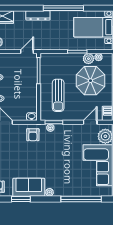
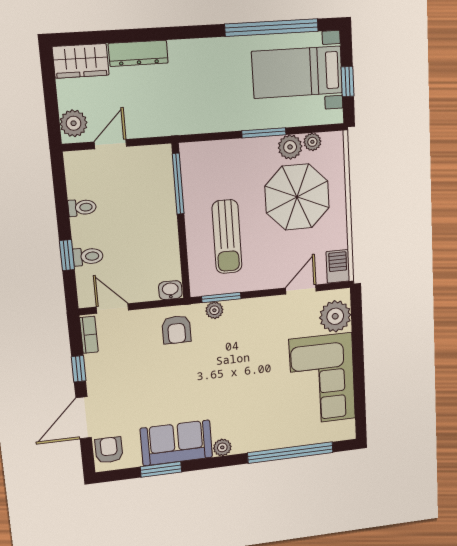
window: (63, 8) -> (272, 28), moved
dresser: (38, 15) -> (138, 53), moved
door: (27, 52) -> (110, 144), moved

